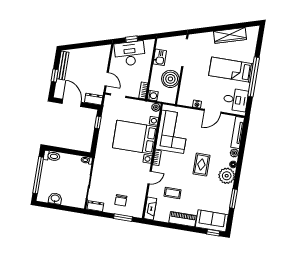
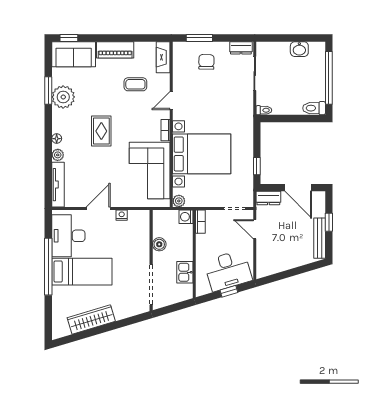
boiler: (170, 79) -> (159, 244), width x0.54, depth x0.54
desk: (236, 100) -> (68, 236), width x1.37
plant: (227, 176) -> (63, 97), moved

